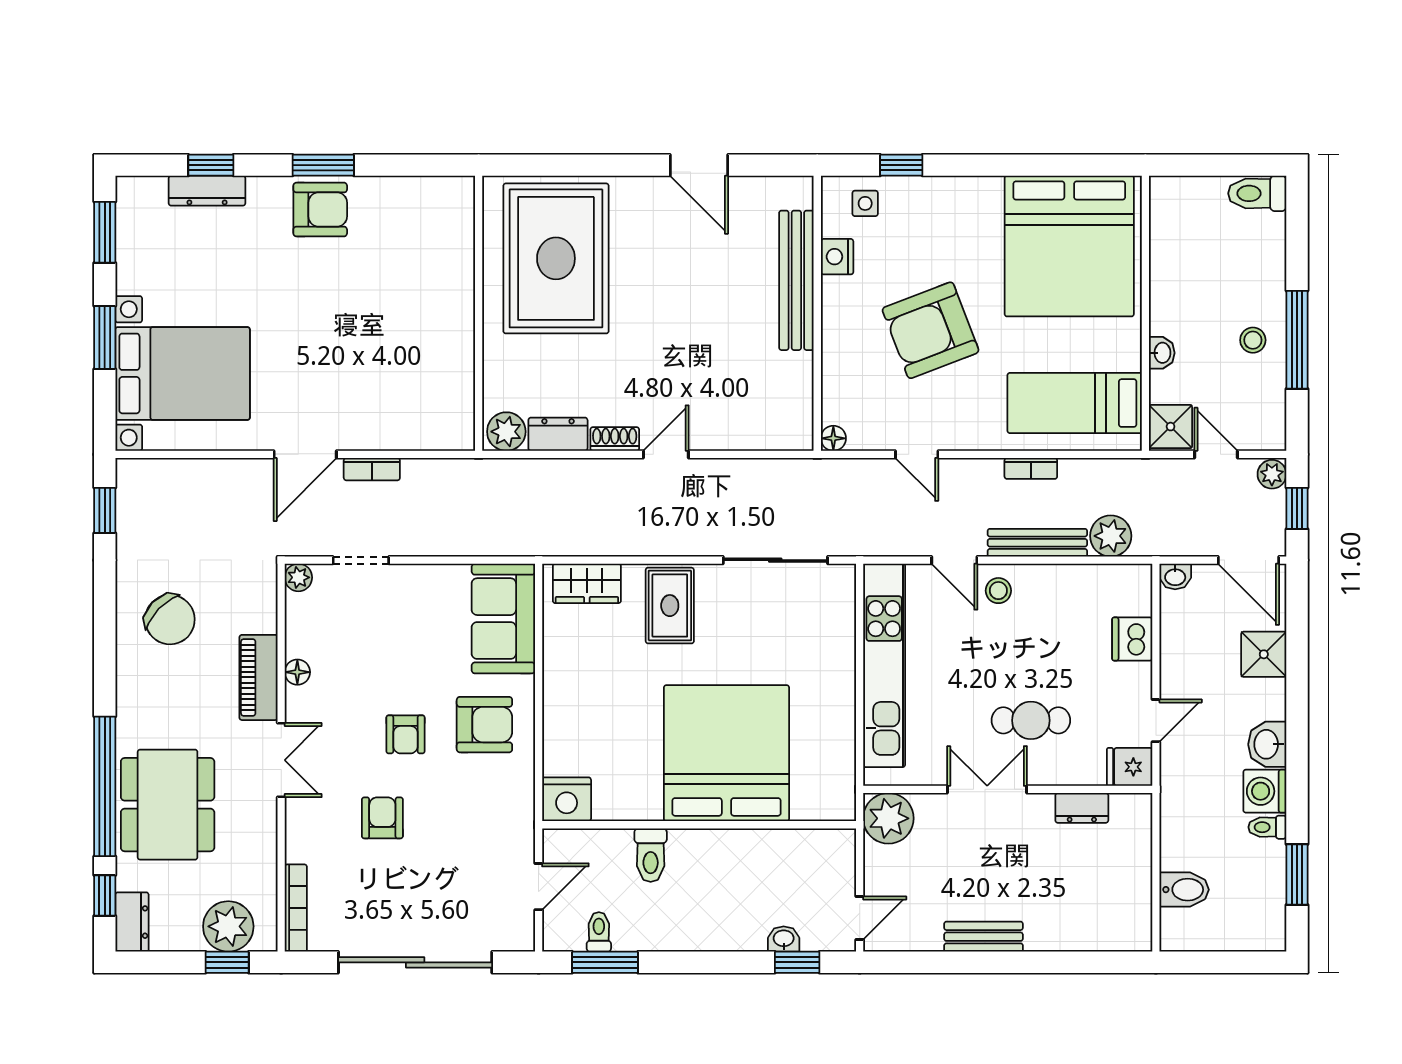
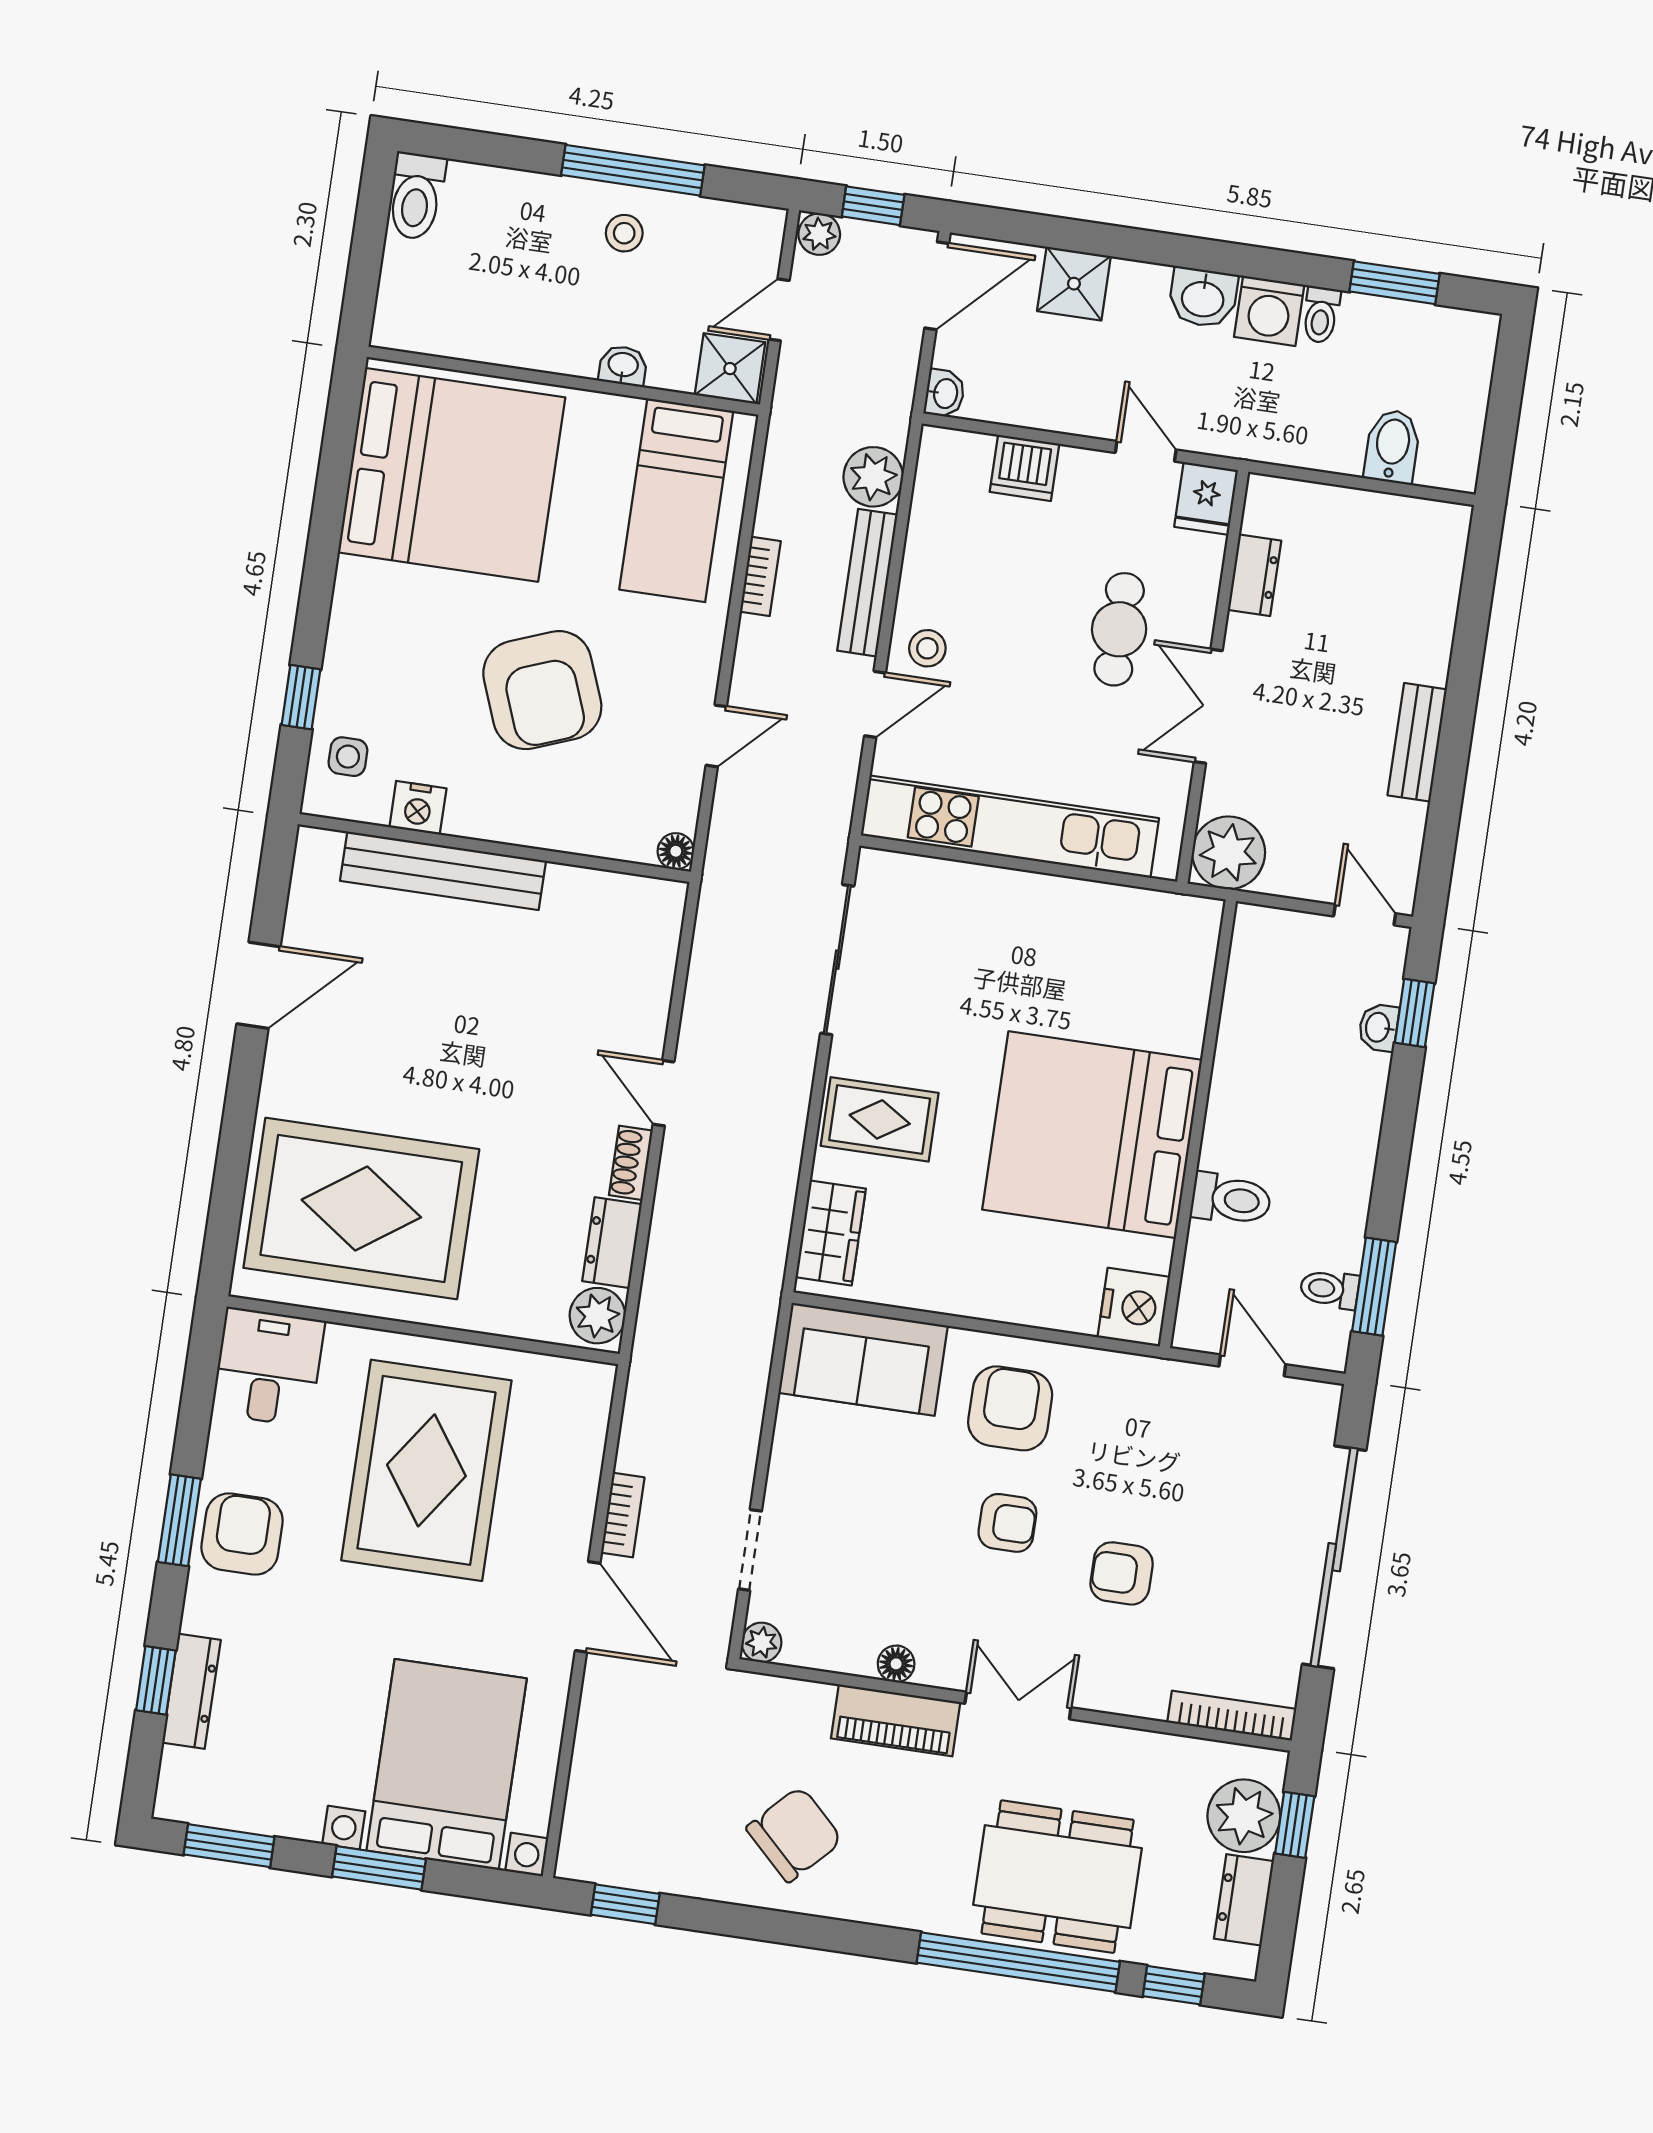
desk: (438, 210) -> (268, 1367), added
rug: (383, 330) -> (426, 1470), added
bed: (726, 753) -> (1092, 1135), moved
dresser: (132, 922) -> (1244, 1900), moved, turned -90

